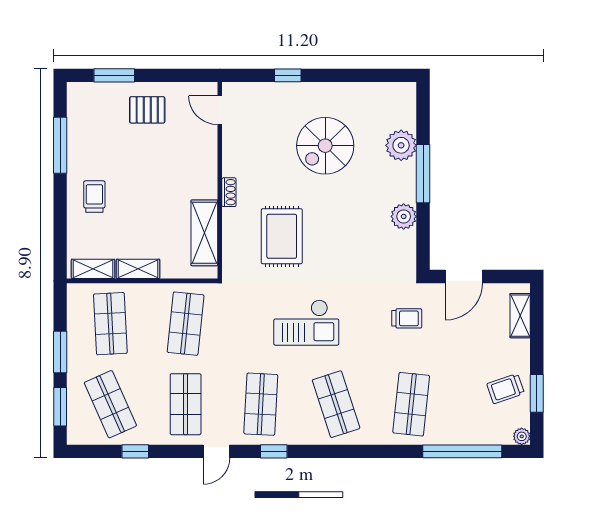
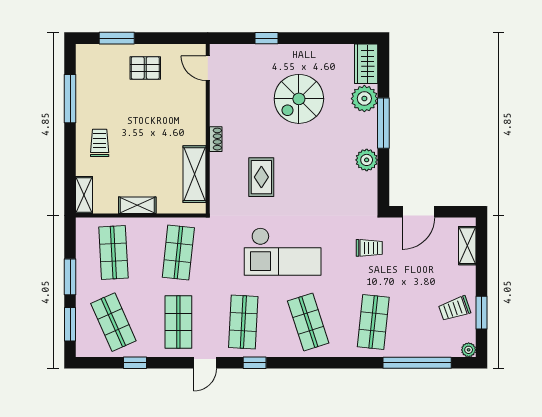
wardrobe: (403, 105) -> (366, 64), added
rug: (282, 236) -> (261, 177), width x0.73, depth x0.70
shelving: (93, 269) -> (84, 195), moved, turned 90
checkout: (306, 323) -> (283, 252), width x1.36, depth x1.21

